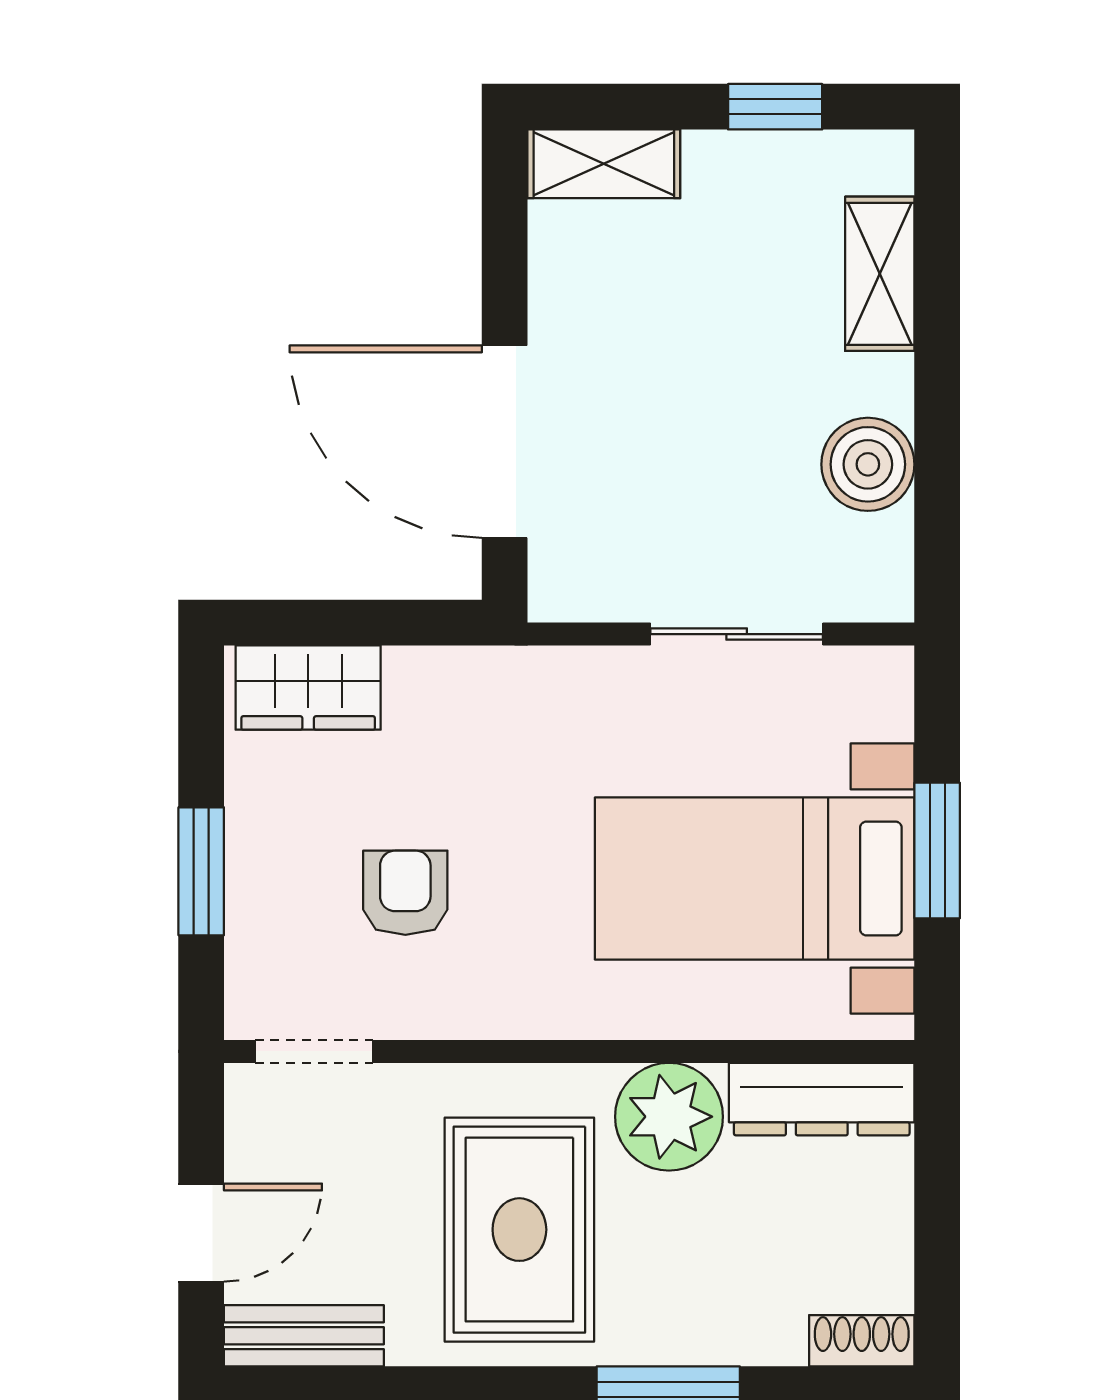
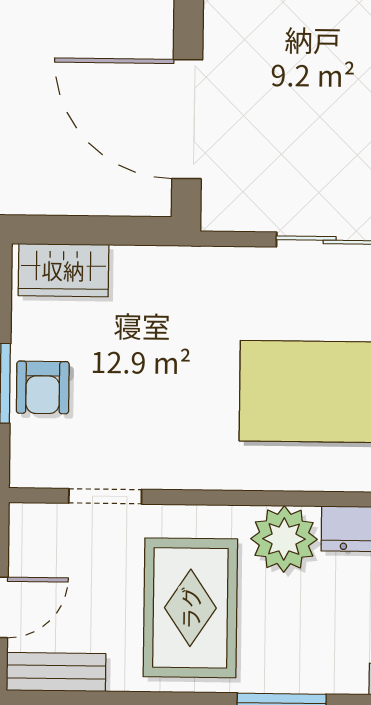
armchair: (405, 893) -> (43, 387), moved, turned 180
doorway: (314, 1051) -> (105, 496), moved

